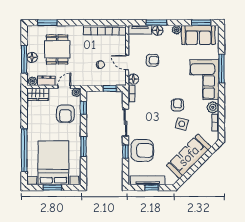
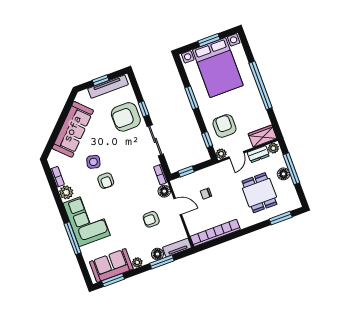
window: (24, 150) -> (261, 85), moved

